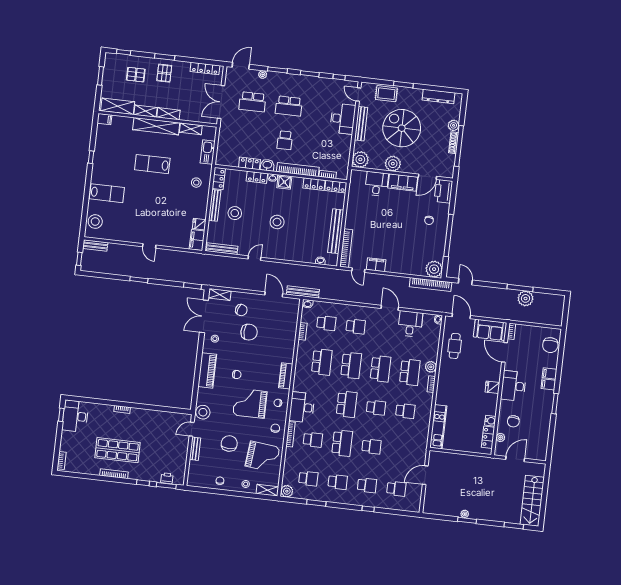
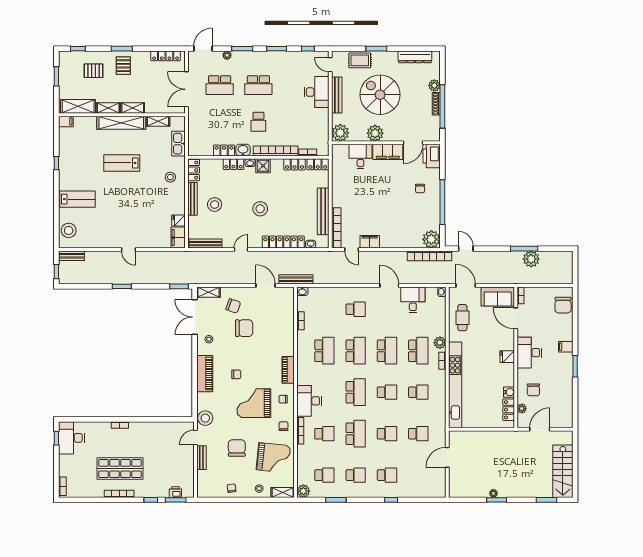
locker: (295, 256) -> (283, 242), added
school desk: (326, 323) -> (324, 309), removed
filing cabinet: (550, 373) -> (566, 335), removed
kitchen unit: (438, 427) -> (455, 385), width x1.86
school desk: (396, 489) -> (418, 434), moved

